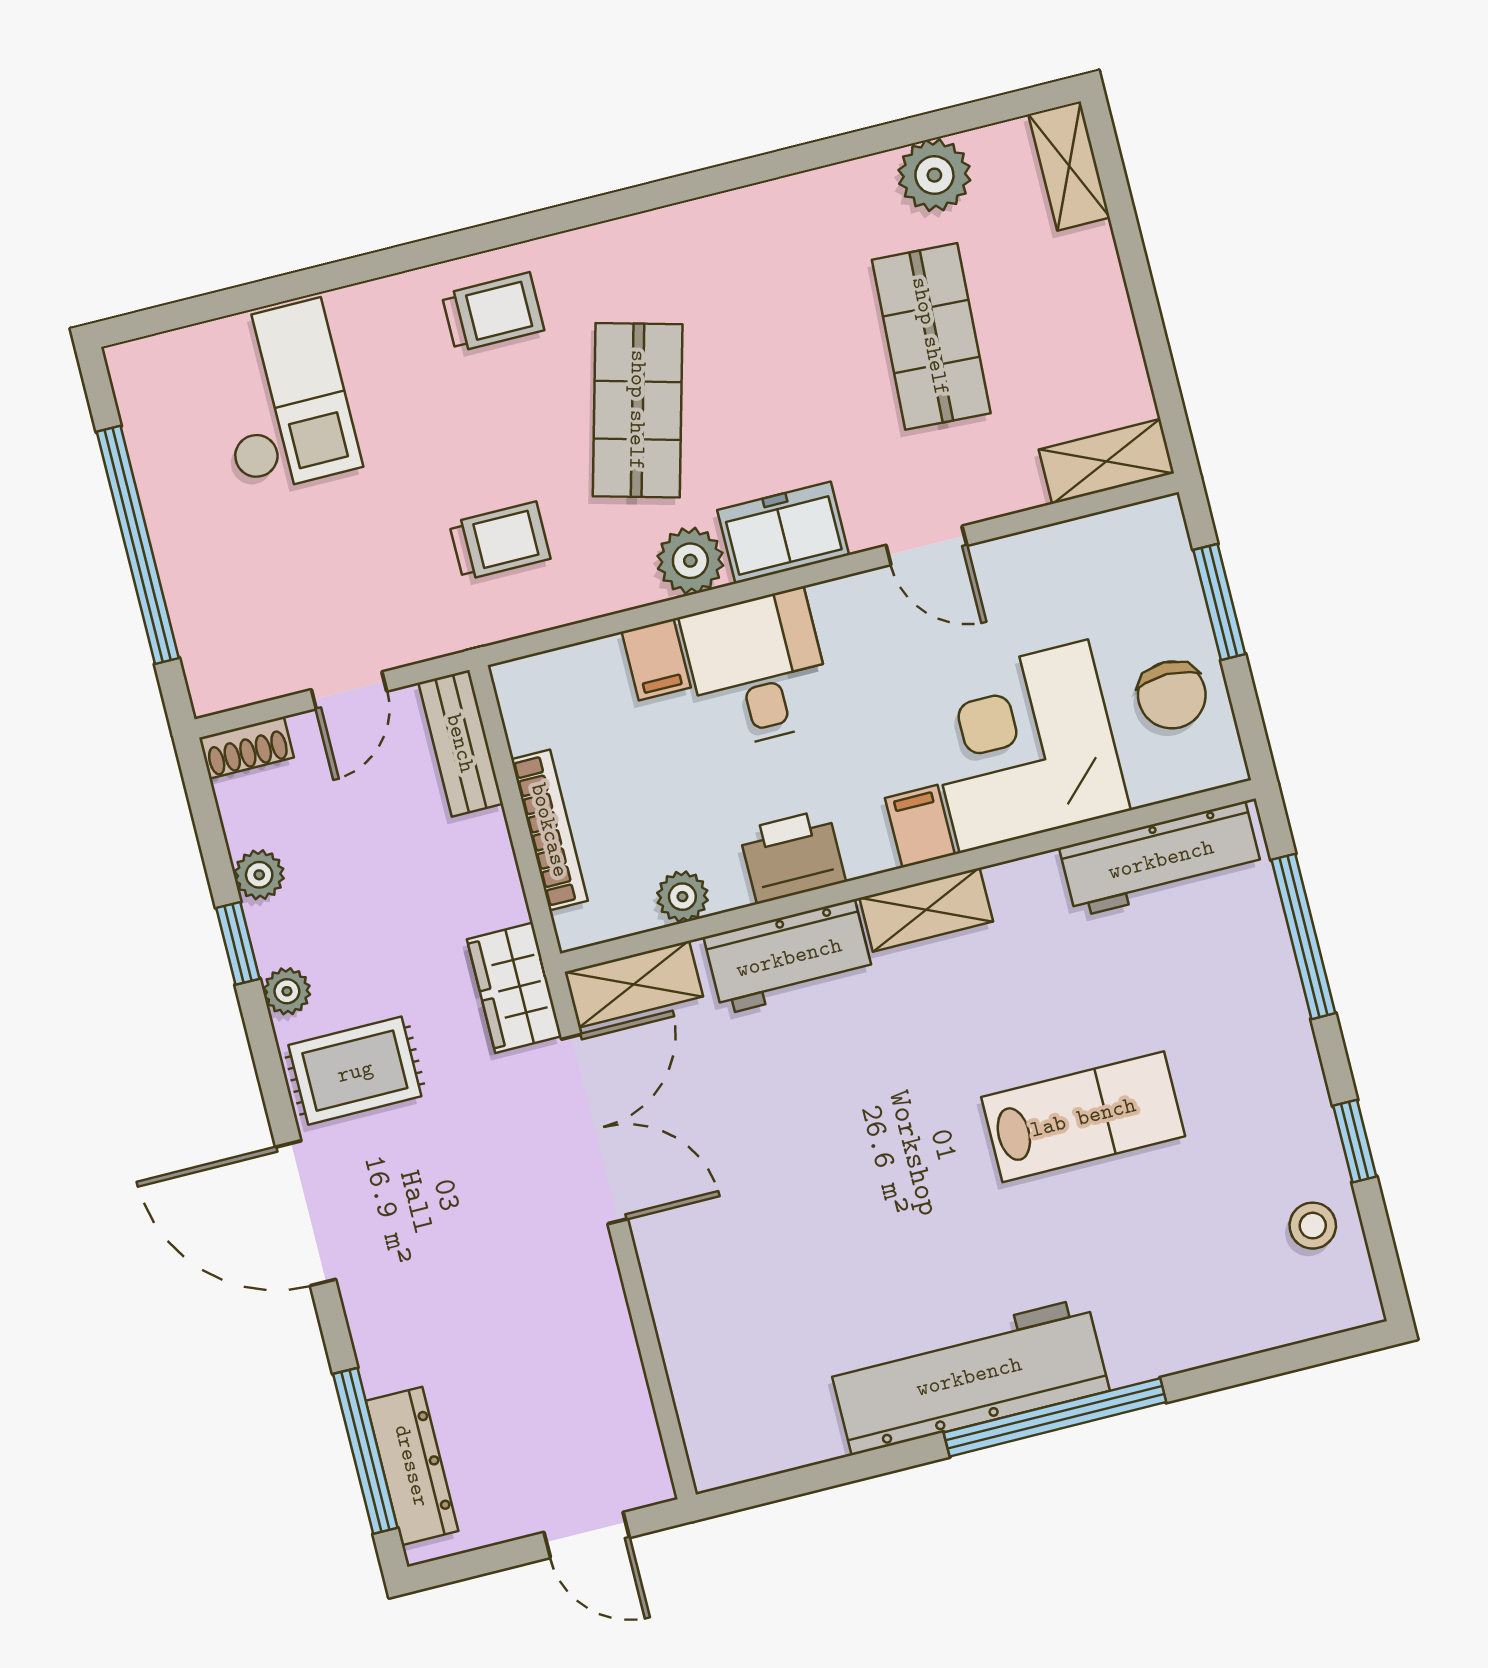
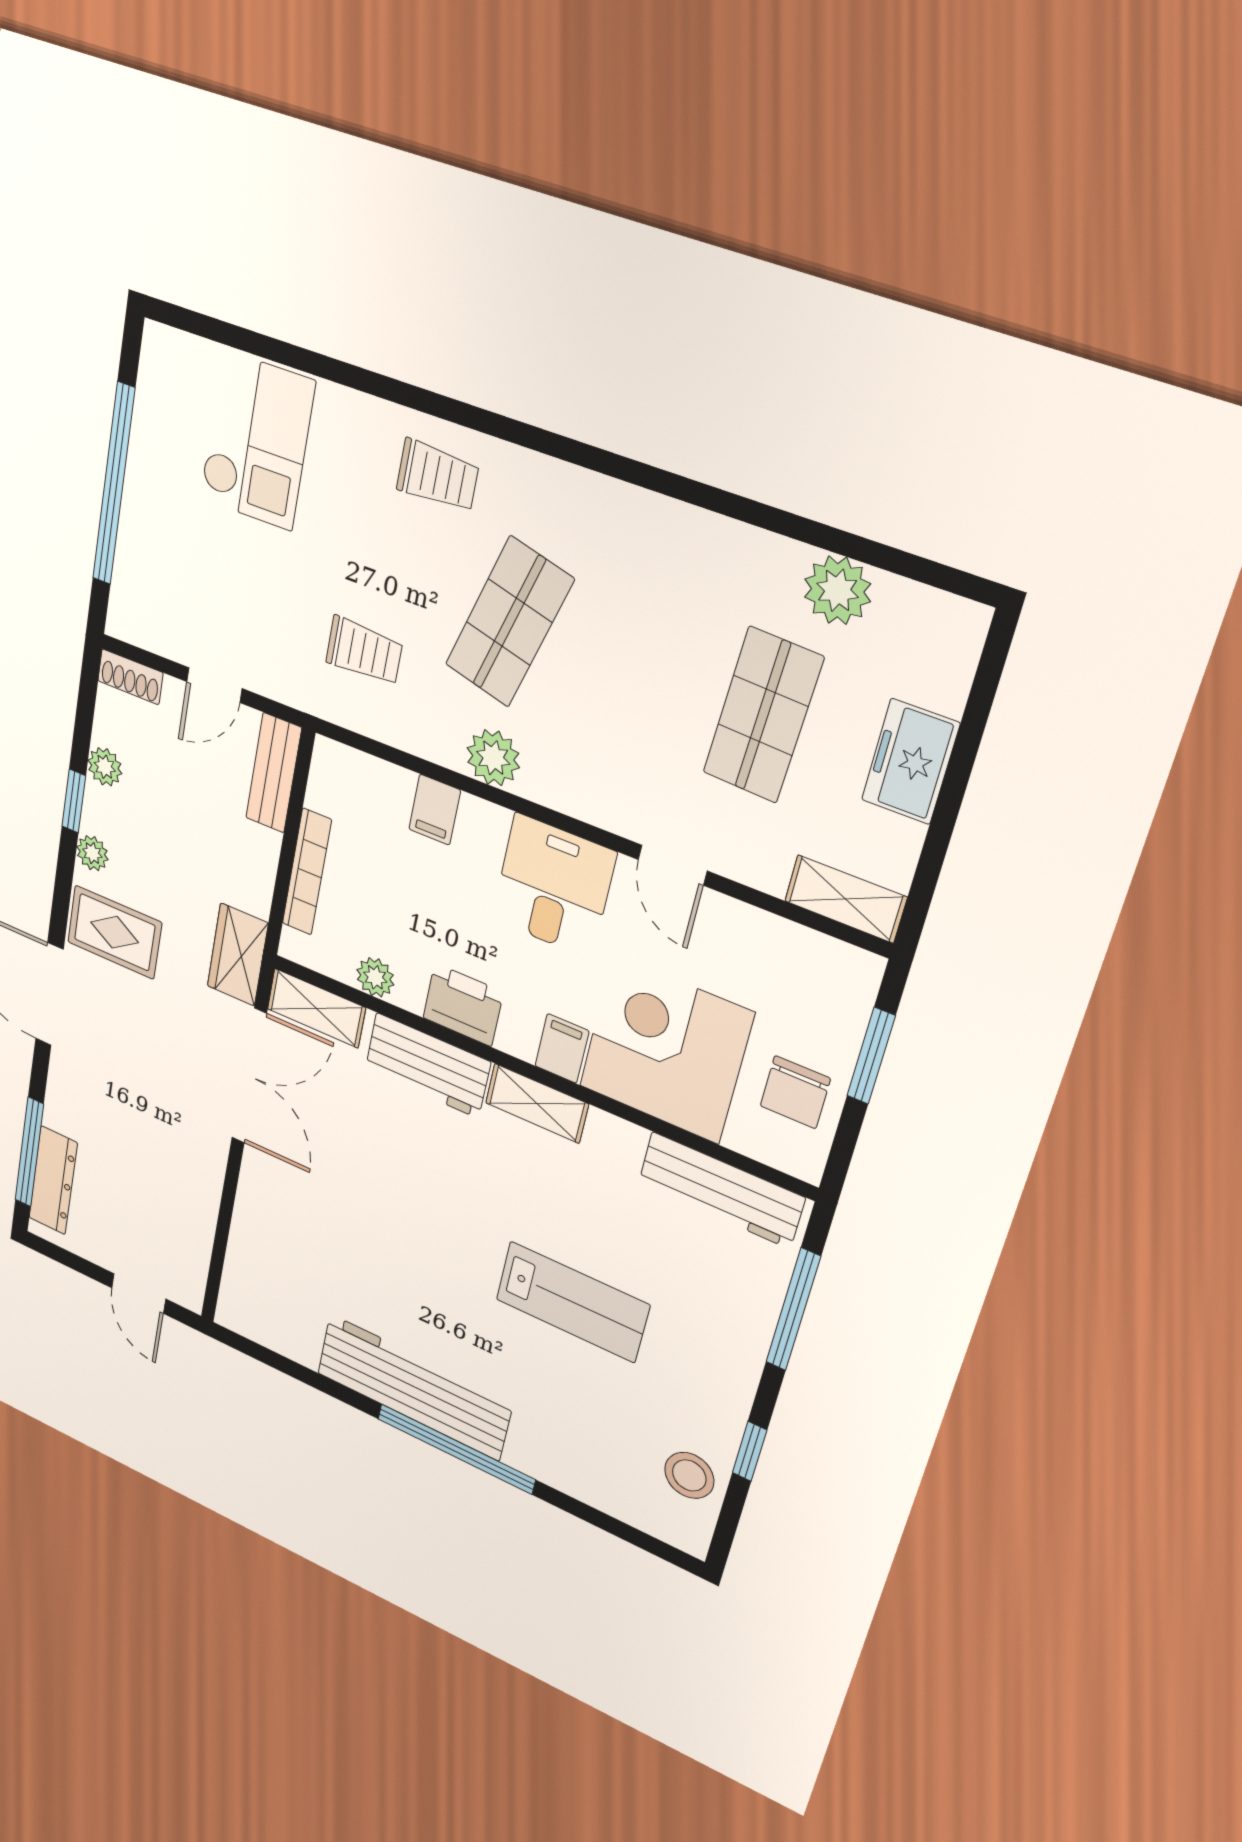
shelving: (1069, 166) -> (953, 655), removed
freezer: (783, 533) -> (910, 762), moved, turned -90
desk: (758, 669) -> (554, 886), moved
stool: (1313, 1226) -> (689, 1475), width x1.37, depth x1.37

